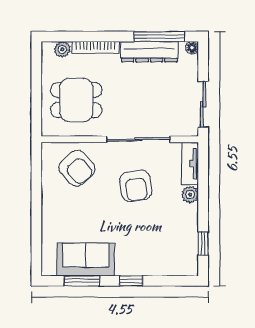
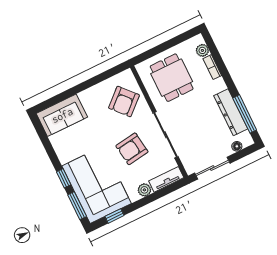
bookcase: (95, 47) -> (212, 67), width x0.64
floor lamp: (192, 48) -> (237, 146), moved
corner sofa: (157, 247) -> (97, 185), added
sofa: (86, 259) -> (62, 115), moved, turned 90
window: (82, 281) -> (77, 206), moved

